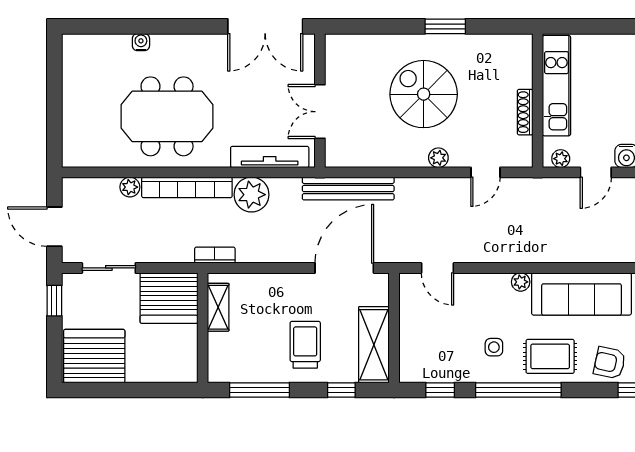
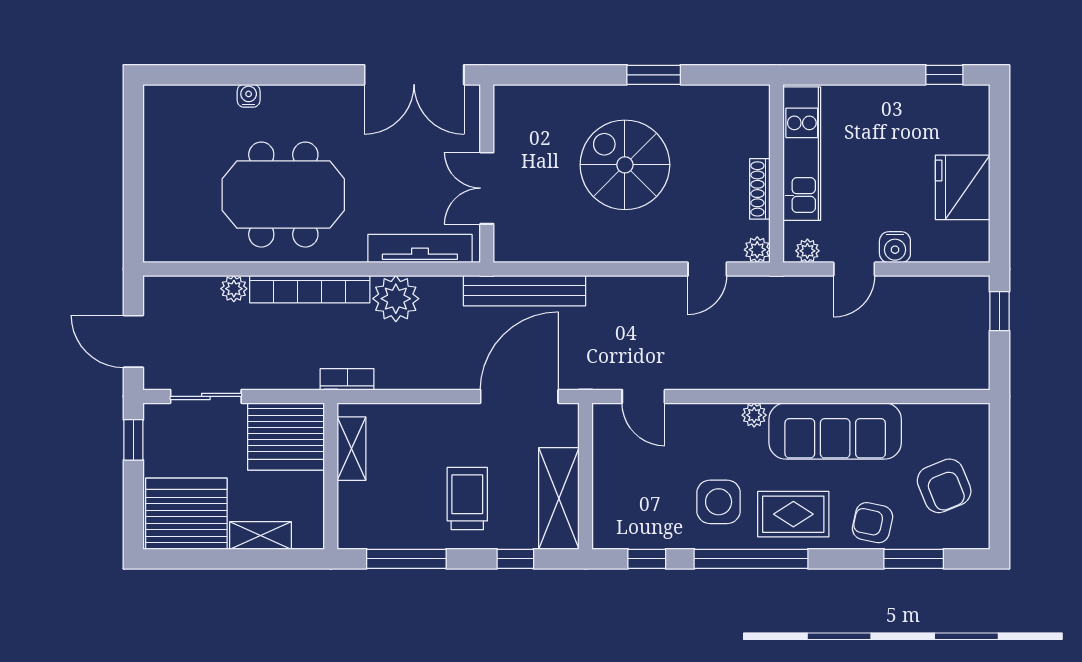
plant: (438, 158) -> (757, 250), moved
side table: (494, 347) -> (719, 502), width x1.87, depth x1.87
shelving: (150, 372) -> (260, 535), added

